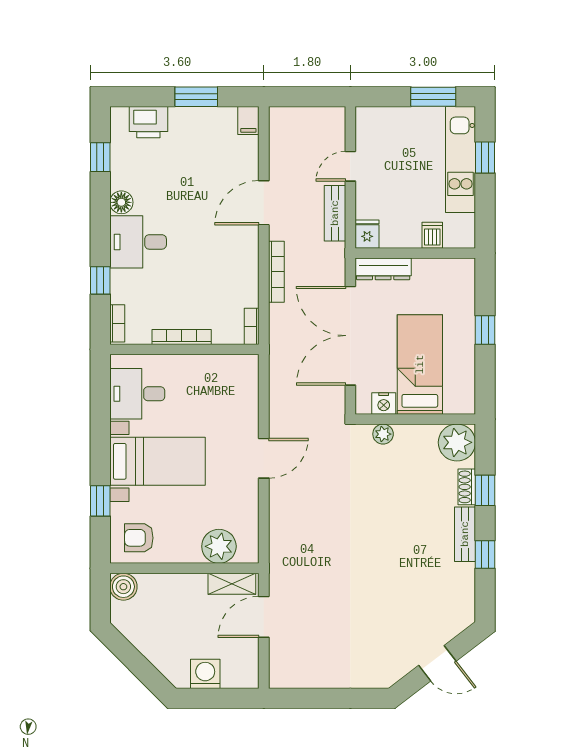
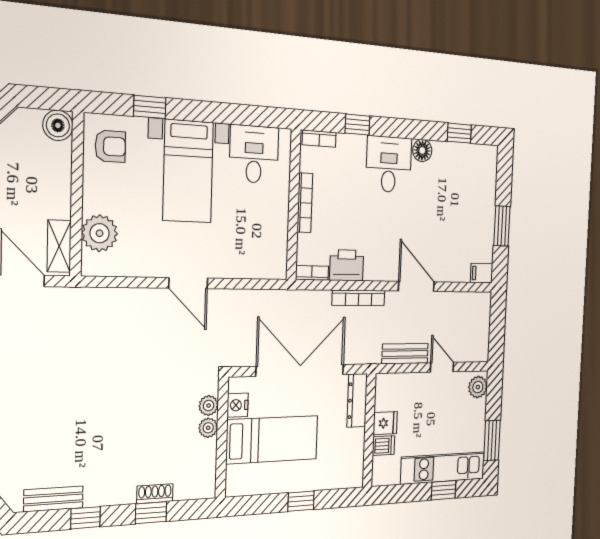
plant: (373, 119) -> (478, 387), added
printer: (148, 122) -> (347, 265), moved, turned 90
fridge: (367, 234) -> (385, 423), moved
plant: (457, 442) -> (208, 428), moved, width x0.53, depth x0.53
bench: (465, 534) -> (53, 499), moved
armchair: (139, 538) -> (110, 146), turned 90

